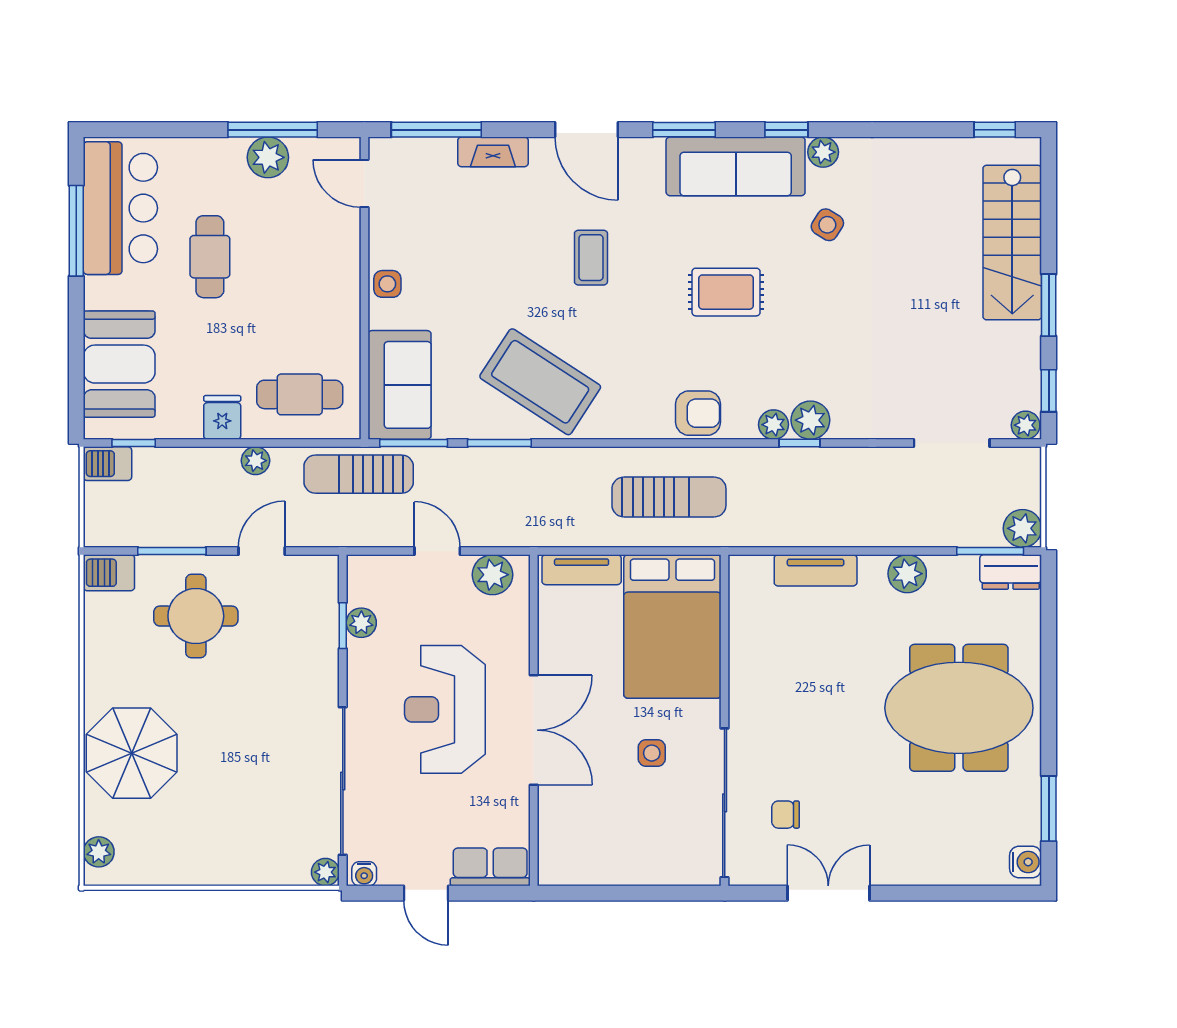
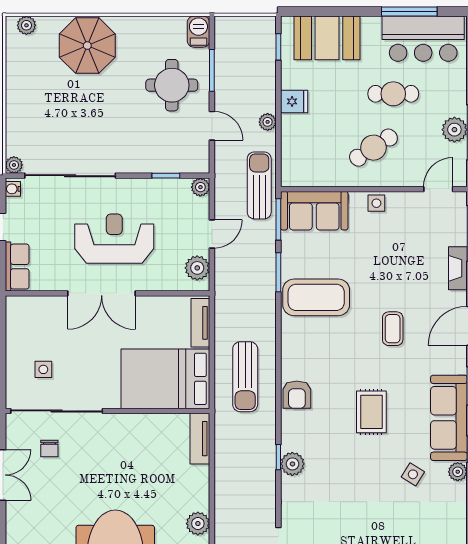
coffee table: (591, 258) -> (393, 329), turned 90
coffee table: (540, 382) -> (316, 297), turned 57
cafe table: (300, 394) -> (373, 148), moved, turned 57
plant: (774, 425) -> (290, 441), removed
barbecue: (108, 464) -> (266, 31), removed
tv unit: (816, 570) -> (200, 439), moved
plant: (361, 623) -> (200, 187), moved
side table: (652, 753) -> (43, 369), moved
chair: (785, 815) -> (49, 449), turned 180

